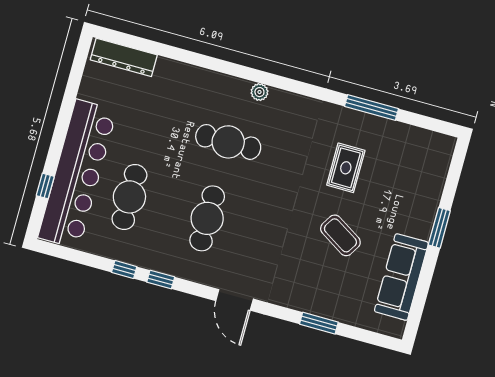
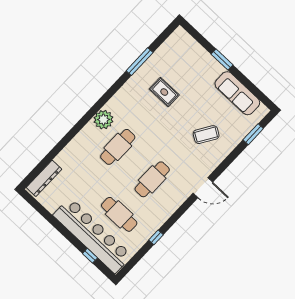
plant: (259, 92) -> (103, 120), width x1.88, depth x1.88
cafe table: (207, 218) -> (152, 179), turned 90
coffee table: (340, 235) -> (206, 135), moved
window: (161, 280) -> (171, 221), removed
window: (319, 323) -> (253, 134), moved

